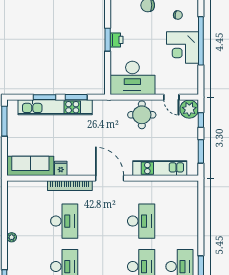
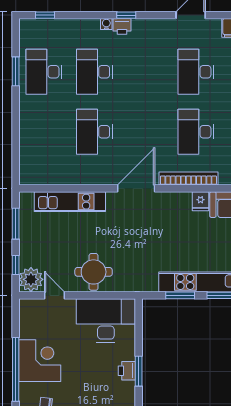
door: (110, 178) -> (136, 188), swing flipped

